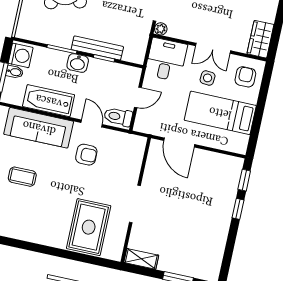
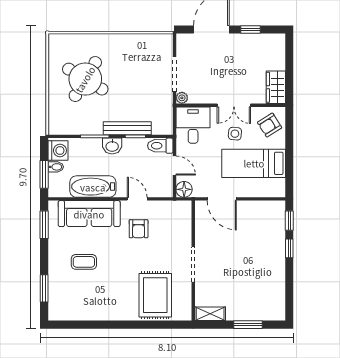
armchair: (245, 77) -> (270, 125), turned -122
door: (138, 97) -> (175, 166), hinge flipped
toilet: (118, 117) -> (160, 146), moved
floor lamp: (142, 124) -> (184, 189), added
armchair: (86, 155) -> (139, 229), turned 90

